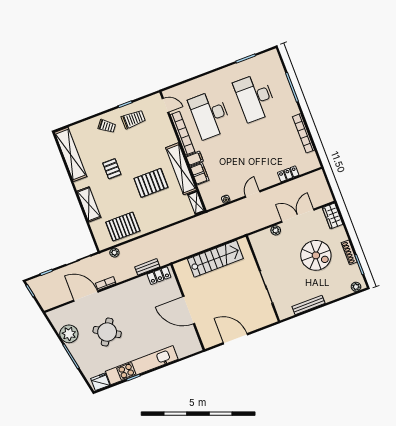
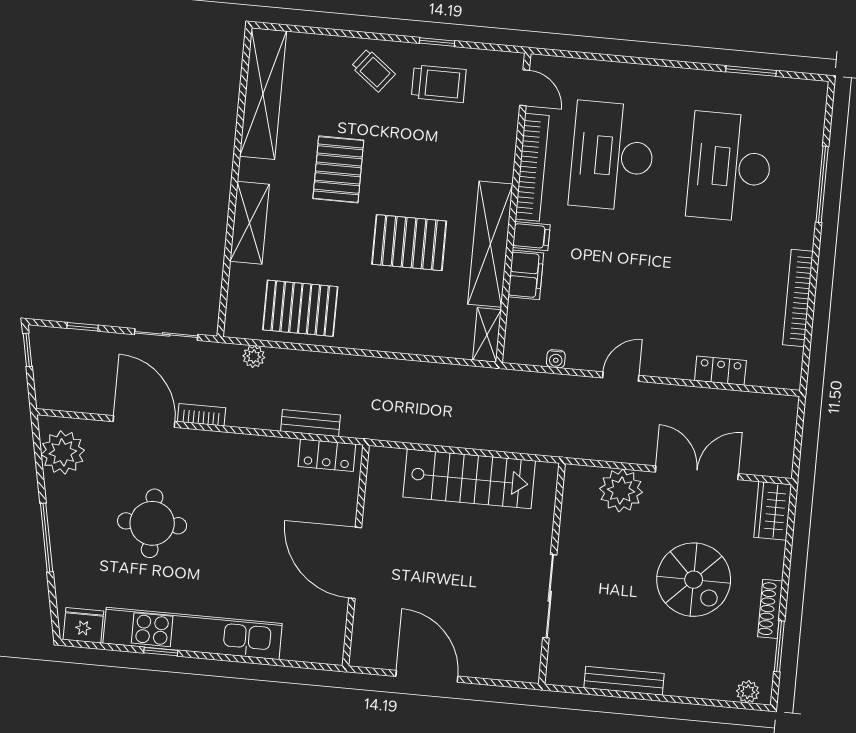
pallet: (112, 169) -> (338, 169), width x1.50, depth x1.42
plant: (276, 230) -> (621, 490), width x1.87, depth x1.87
round table: (107, 332) -> (152, 523), turned -32
plant: (69, 334) -> (63, 452), moved

